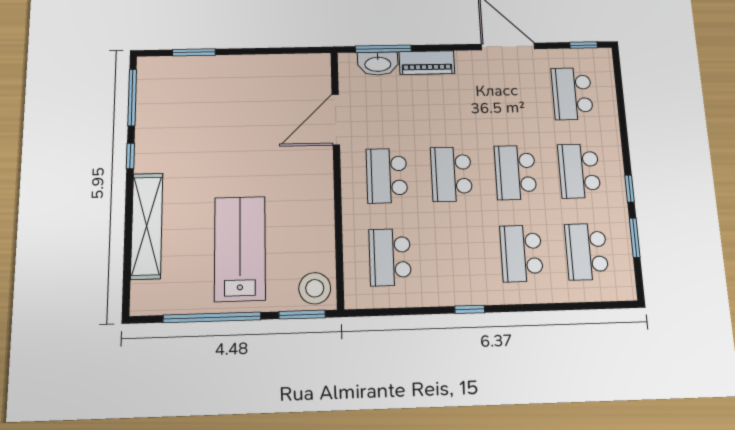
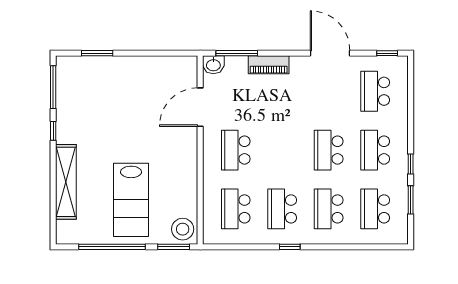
washbasin: (378, 64) -> (213, 65), moved, width x0.72
school desk: (451, 174) -> (282, 209), moved
lab bench: (240, 249) -> (131, 200), turned 180

